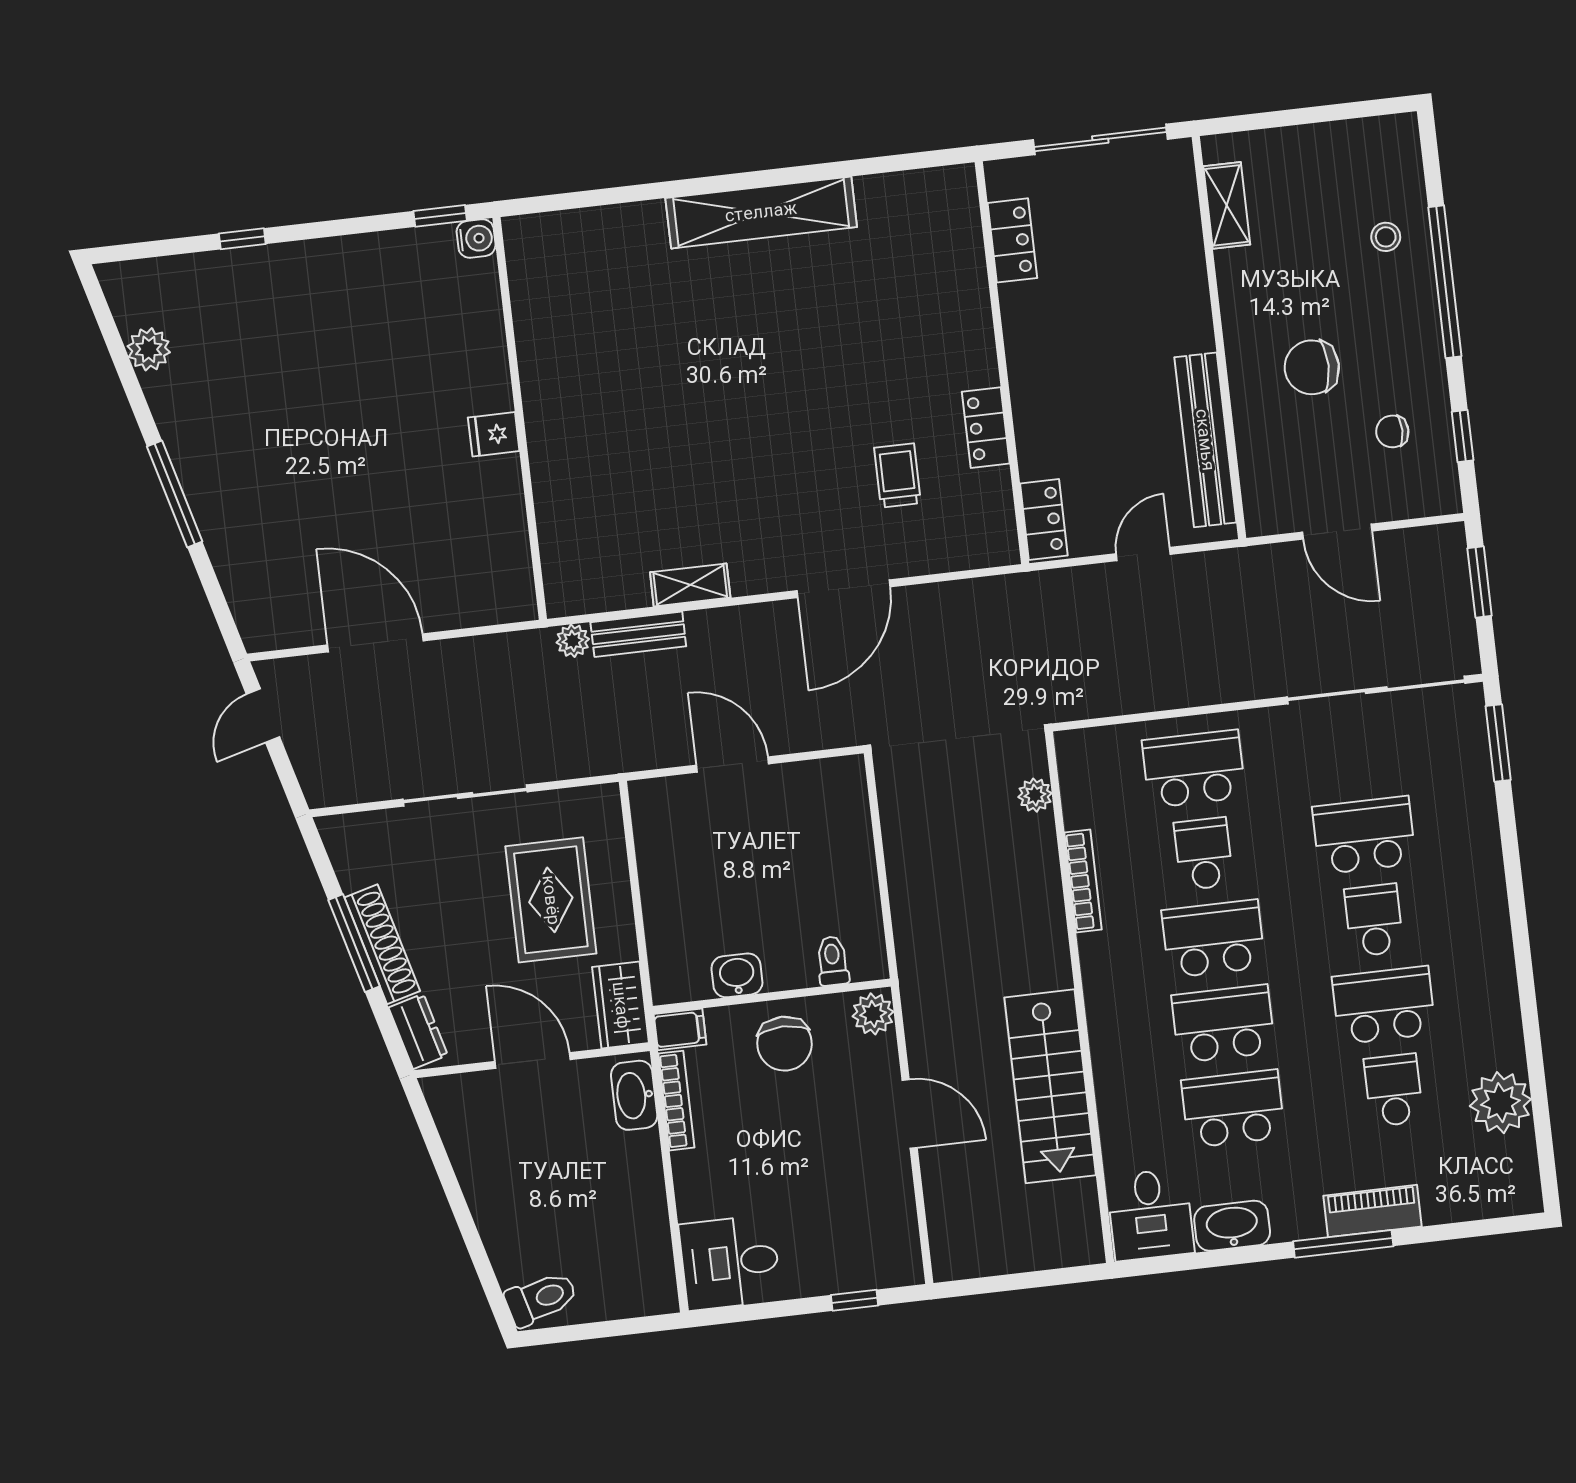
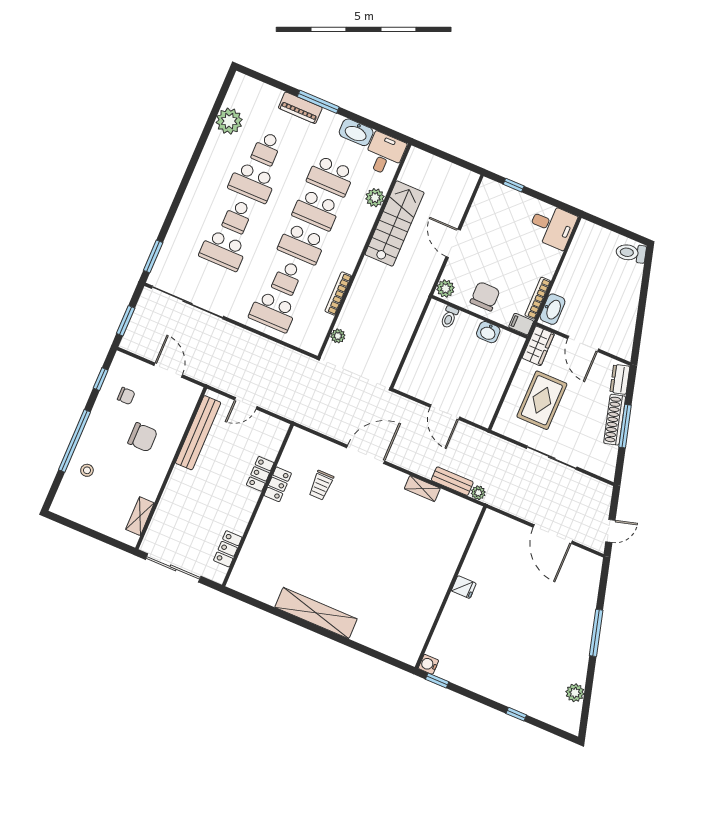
locker: (1044, 519) -> (260, 474), moved
plant: (1119, 1116) -> (375, 198), added

